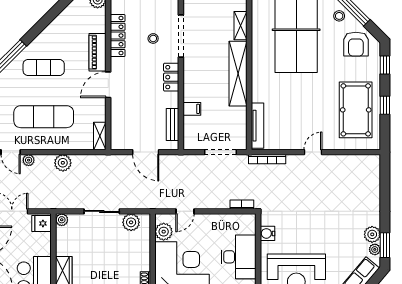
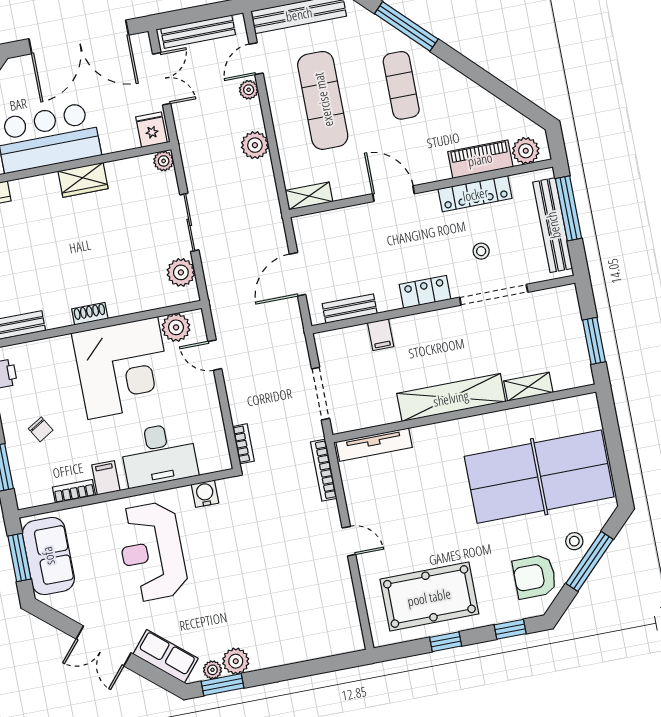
piano: (98, 52) -> (480, 159), moved

